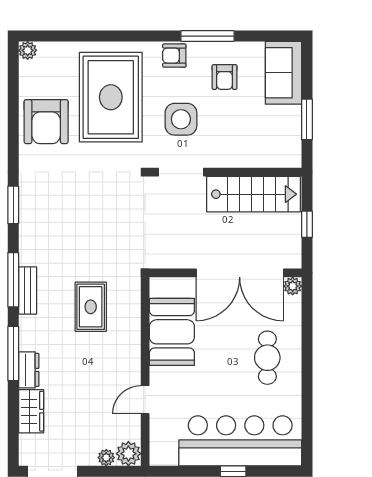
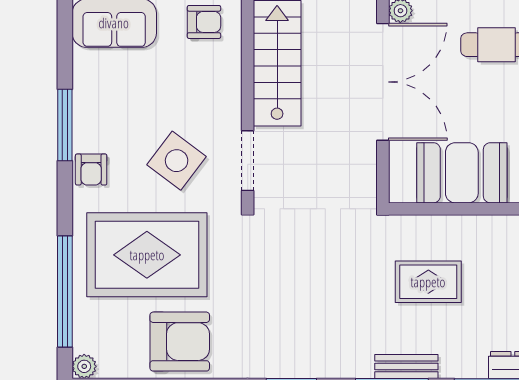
window: (83, 36) -> (65, 291), added
armchair: (225, 77) -> (204, 22), moved
side table: (181, 119) -> (177, 161), turned 37

